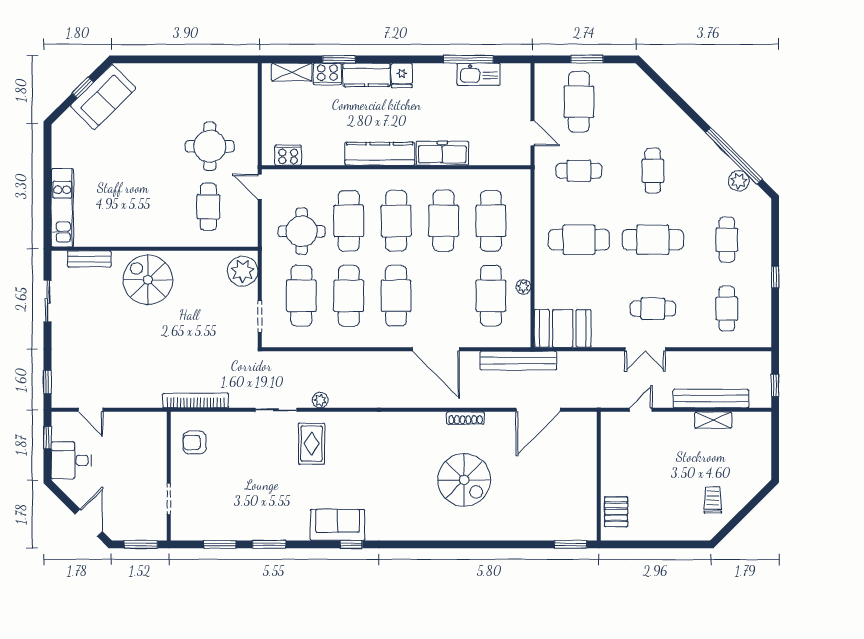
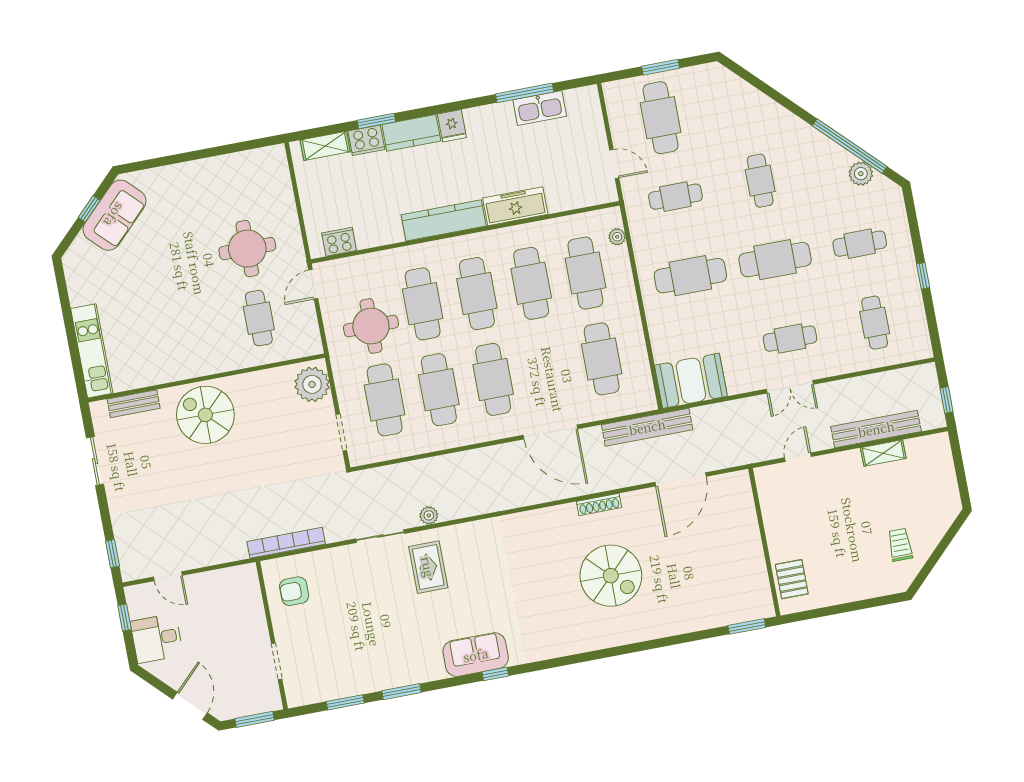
door: (260, 187) -> (313, 284), hinge flipped
cafe table: (727, 240) -> (860, 244), turned 90
plant: (523, 287) -> (617, 237), moved

